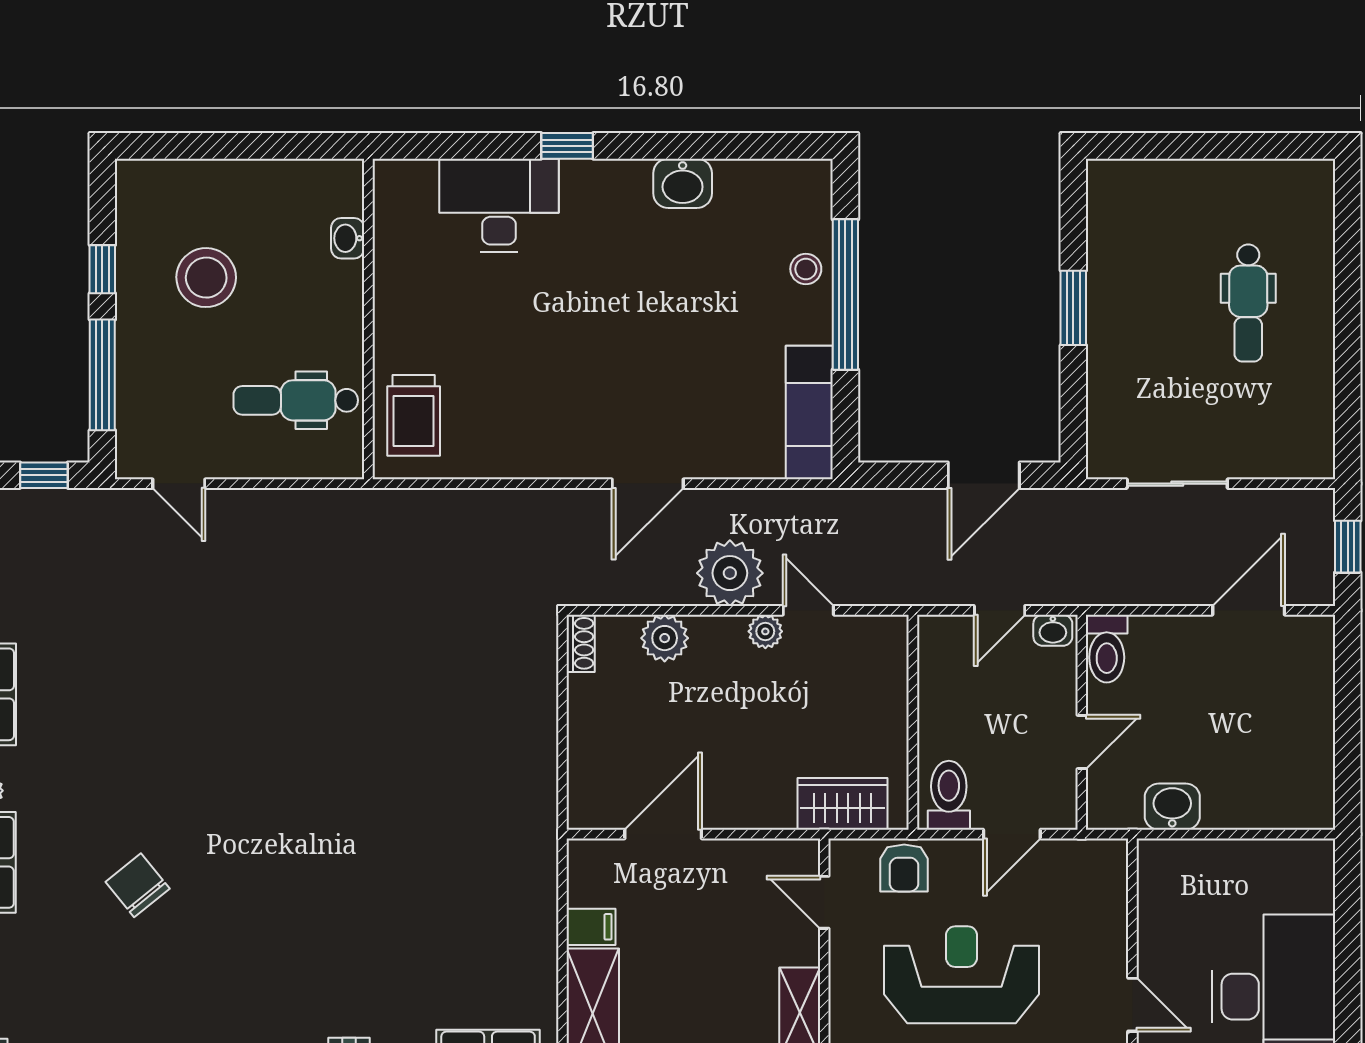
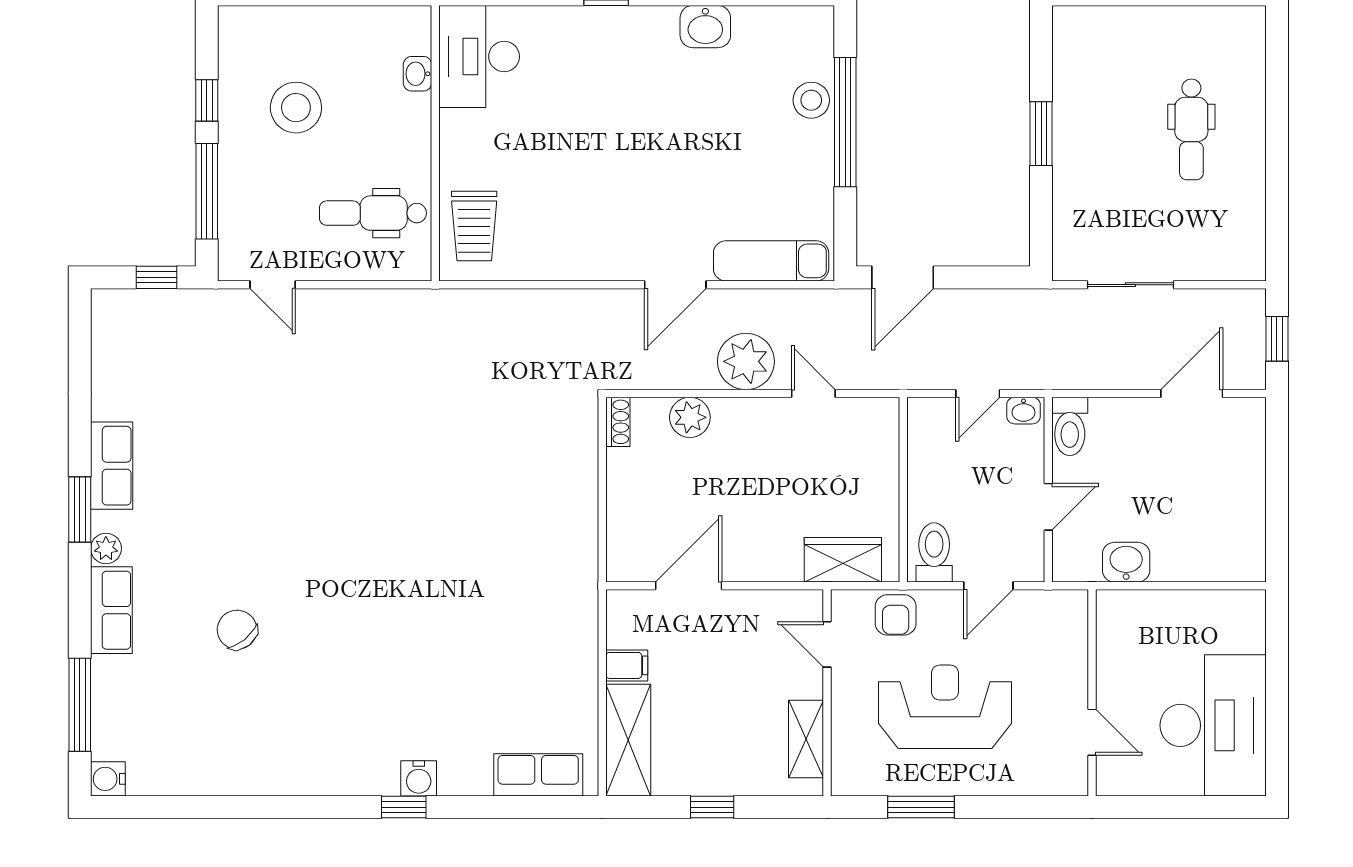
desk: (499, 205) -> (479, 57), moved, turned -90
stool: (806, 269) -> (811, 100), width x1.37, depth x1.37
exam couch: (809, 413) -> (771, 261), moved, turned 90
door: (984, 475) -> (903, 277), moved
plant: (765, 631) -> (776, 412), removed

